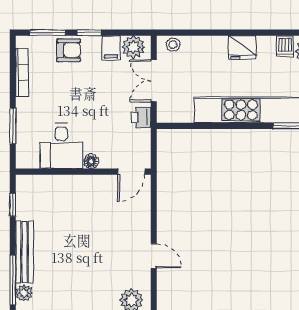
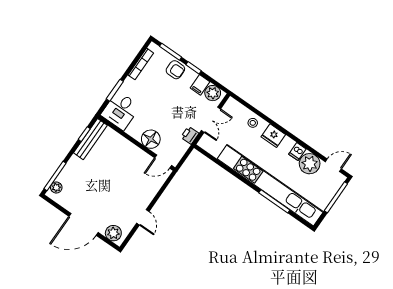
stool: (173, 45) -> (253, 123), moved
double door: (154, 81) -> (211, 120), swing flipped
desk: (61, 146) -> (120, 111), moved
floor lamp: (91, 161) -> (151, 139), width x1.89, depth x1.89
bench: (24, 252) -> (90, 139), moved

